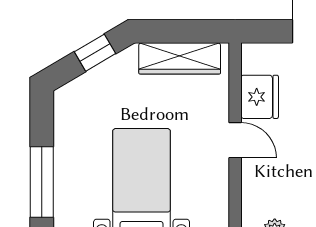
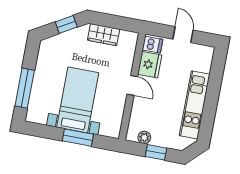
wardrobe: (180, 58) -> (104, 35), width x0.67
dishwasher: (258, 60) -> (152, 45), added

